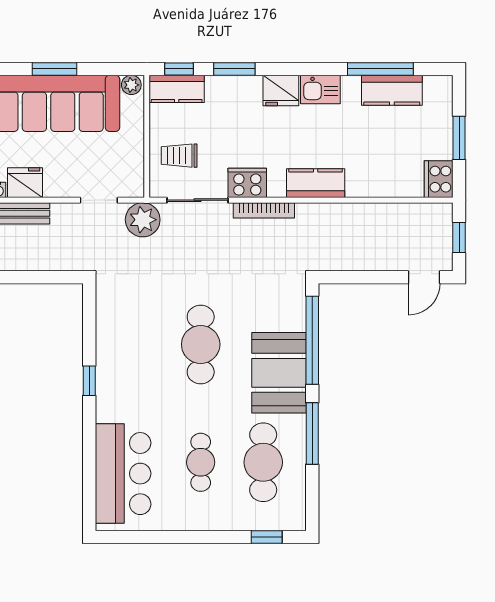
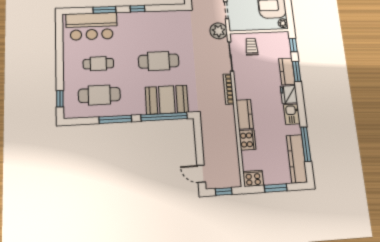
kitchen counter: (177, 89) -> (287, 71), moved
kitchen counter: (392, 90) -> (297, 159), width x1.50
cooker: (247, 183) -> (247, 140), moved
booth: (279, 373) -> (167, 100), moved
window: (89, 447) -> (104, 10), added

